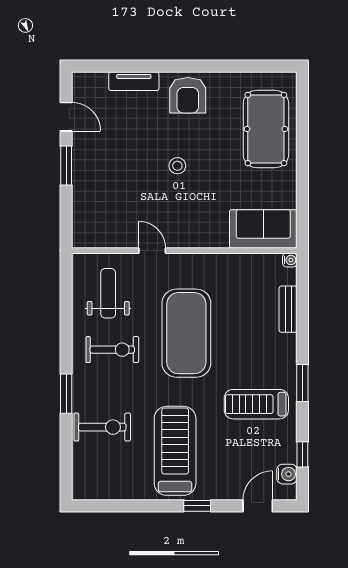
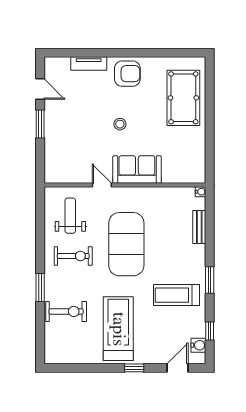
armchair: (188, 95) -> (127, 74), turned -90
sofa: (263, 229) -> (137, 169), moved

